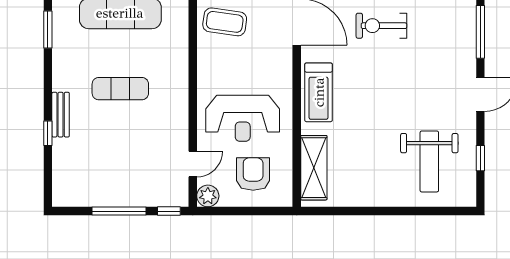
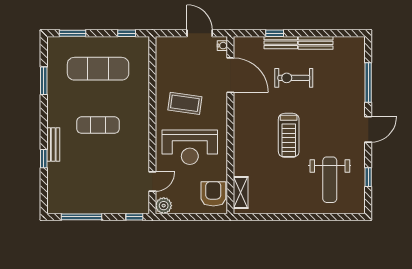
coffee table: (225, 22) -> (185, 103), moved
treadmill: (319, 92) -> (289, 135), moved
shelving: (314, 168) -> (241, 192), width x0.67, depth x0.75
armchair: (253, 174) -> (213, 194), moved
window: (119, 211) -> (82, 217), moved

